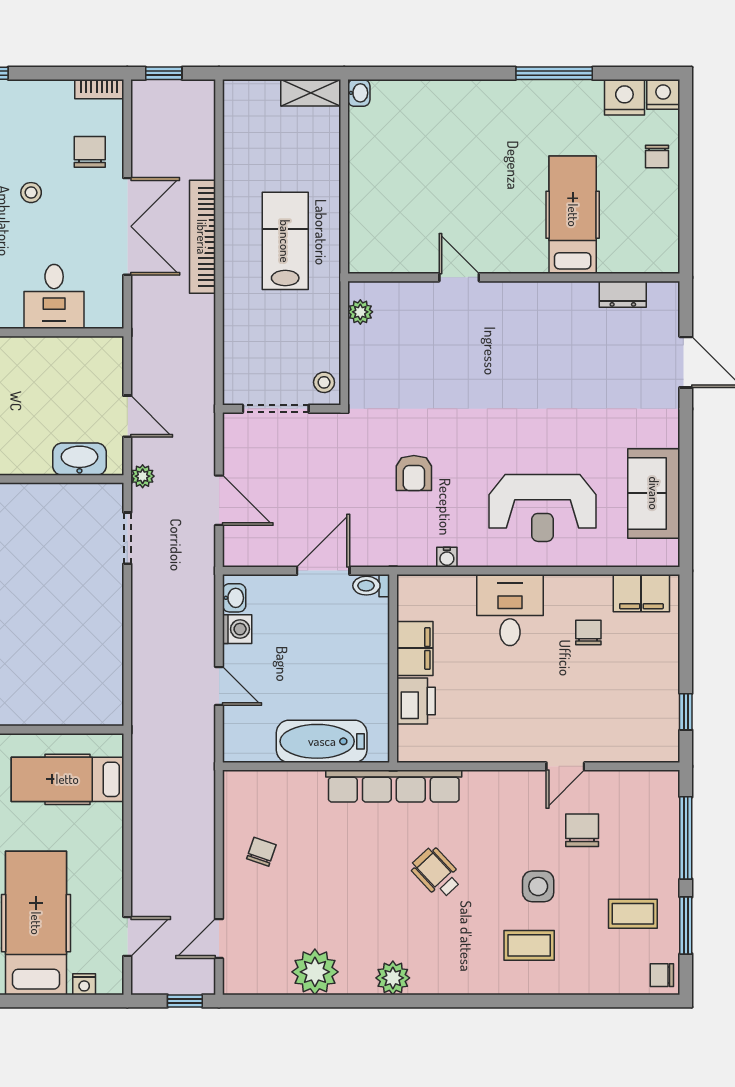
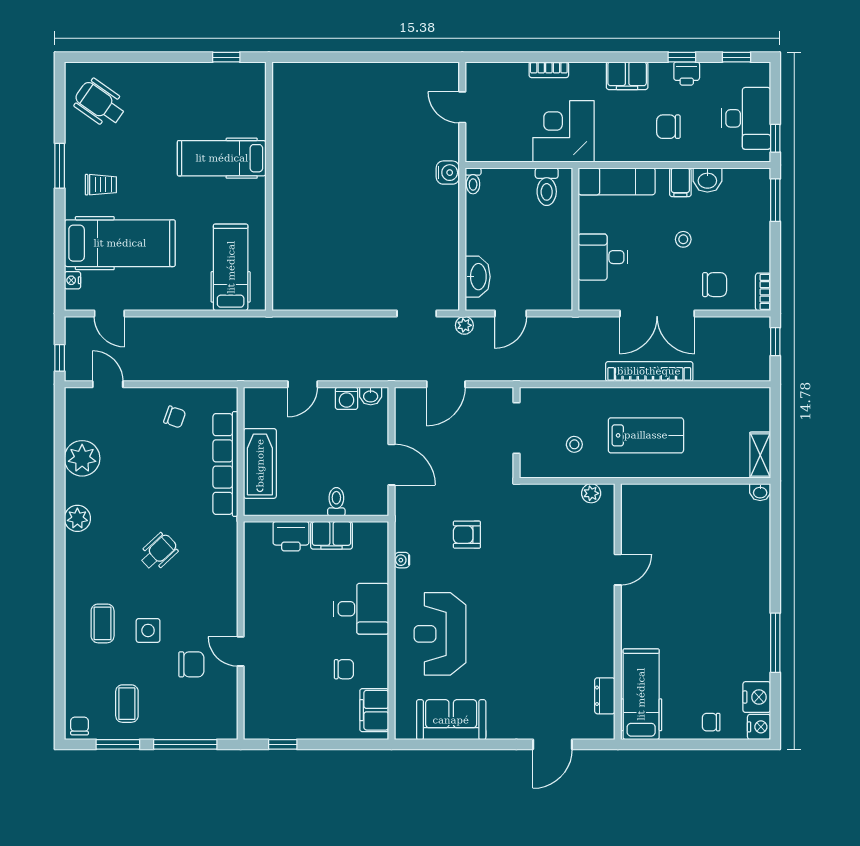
hospital bed: (573, 215) -> (641, 694), moved, turned -90
stool: (324, 382) -> (574, 444), moved
toilet: (371, 586) -> (336, 502), moved
row of seats: (394, 786) -> (225, 464), moved

